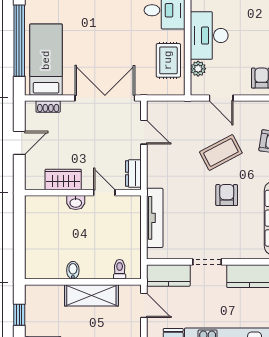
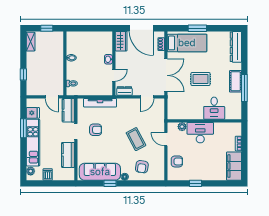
window: (19, 41) -> (197, 28), width x0.47
rug: (168, 60) -> (201, 79), moved
door: (221, 98) -> (166, 139), hinge flipped
door: (19, 143) -> (141, 28), width x1.88
wardrobe: (63, 180) -> (121, 41), moved
armchair: (227, 195) -> (96, 130), moved
shelving: (91, 295) -> (57, 68), removed
door: (144, 305) -> (52, 97), hinge flipped

